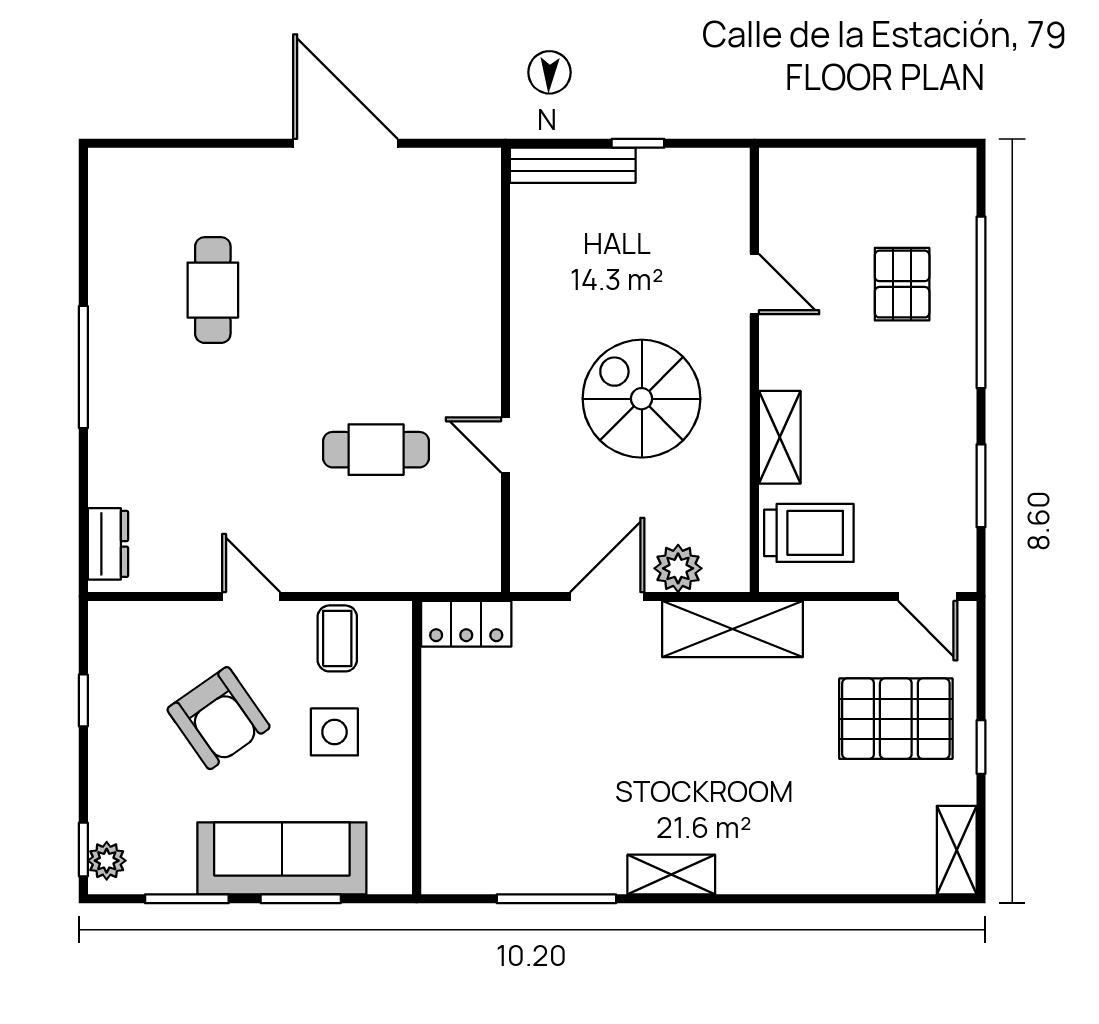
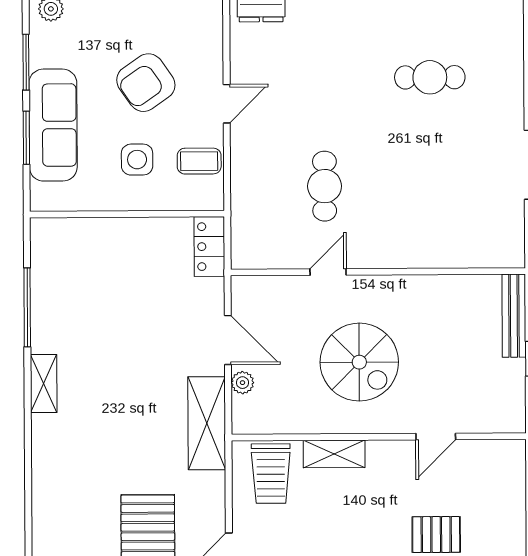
spiral stairs: (642, 399) -> (359, 362), turned 90
plant: (678, 568) -> (243, 383), width x0.73, depth x0.73

